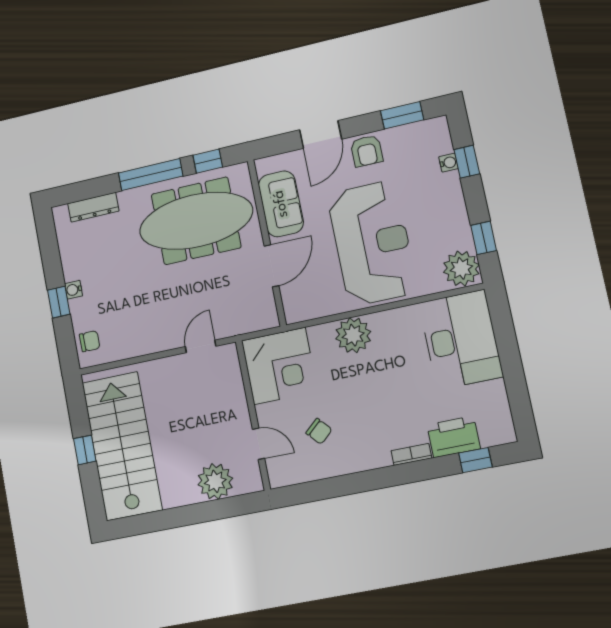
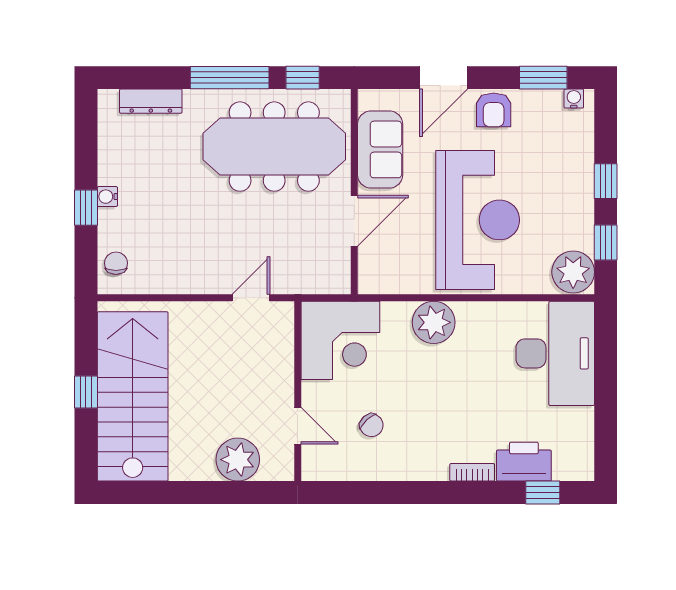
window: (467, 162) -> (606, 181), moved
water cooler: (449, 163) -> (574, 99), moved, turned -90
chair: (90, 341) -> (116, 263), turned -90

